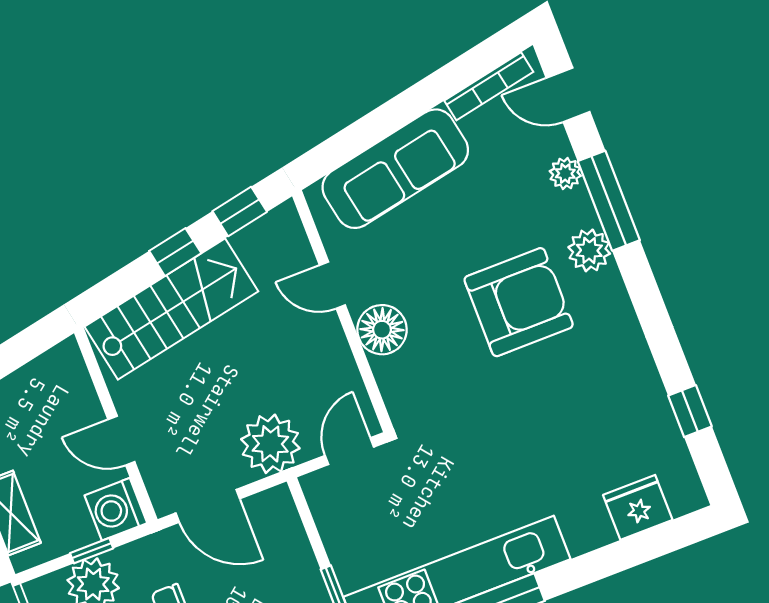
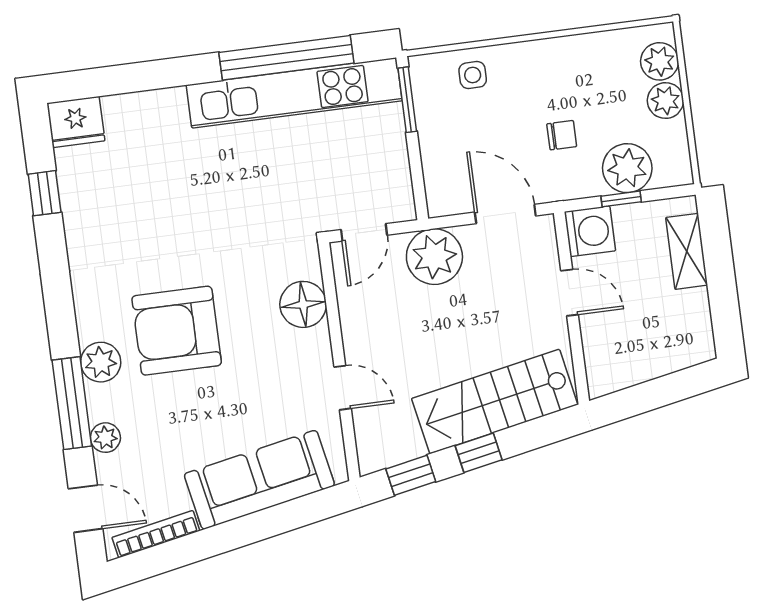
floor lamp: (382, 330) -> (303, 304), moved
fridge: (638, 507) -> (76, 122), moved

